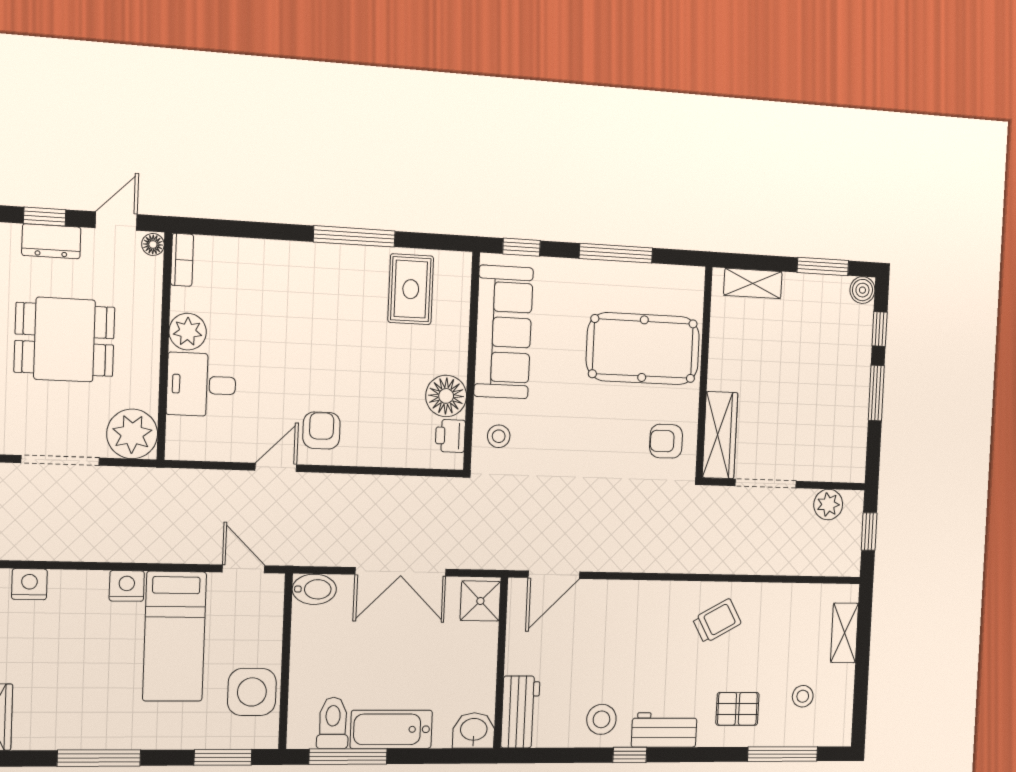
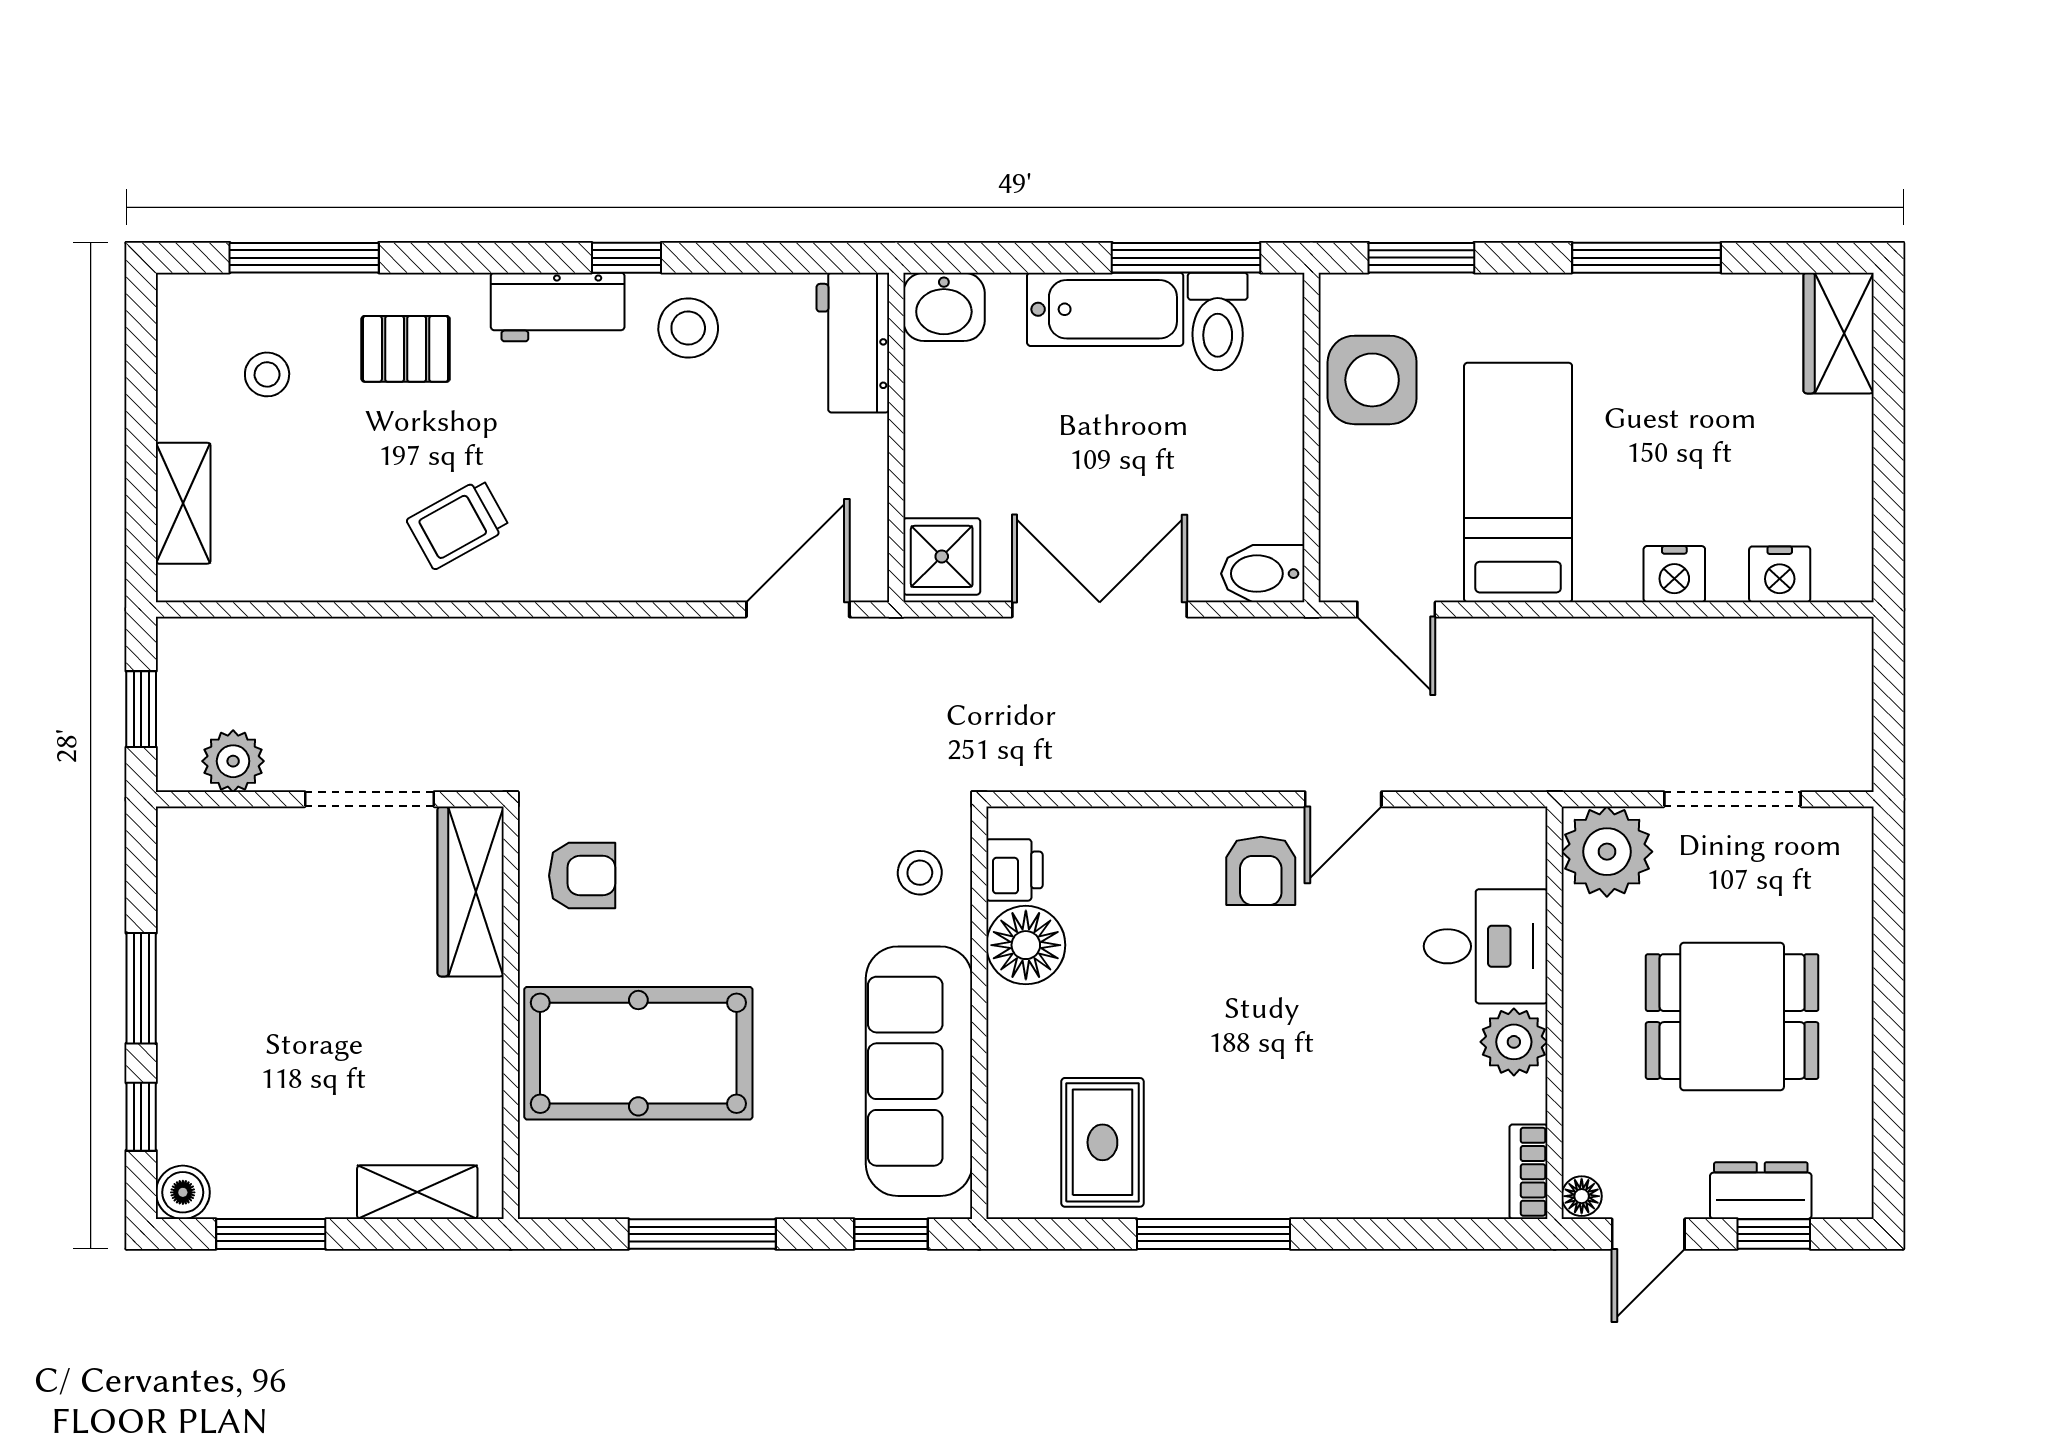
nightstand: (127, 586) -> (1674, 574), moved

